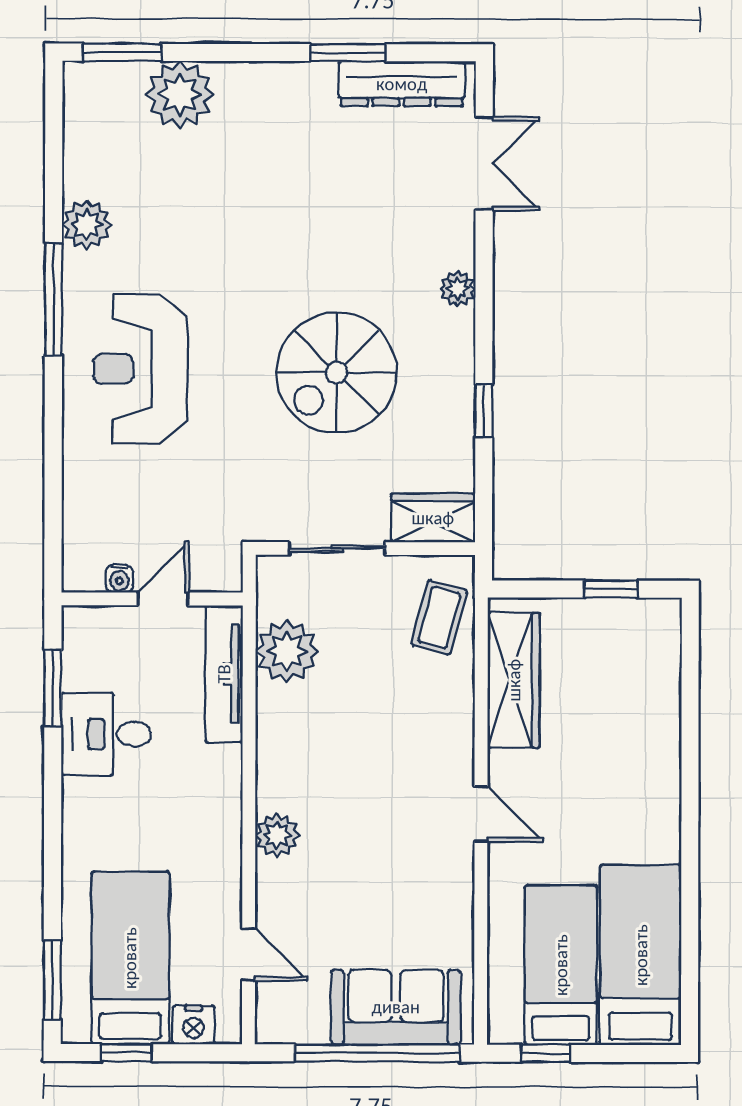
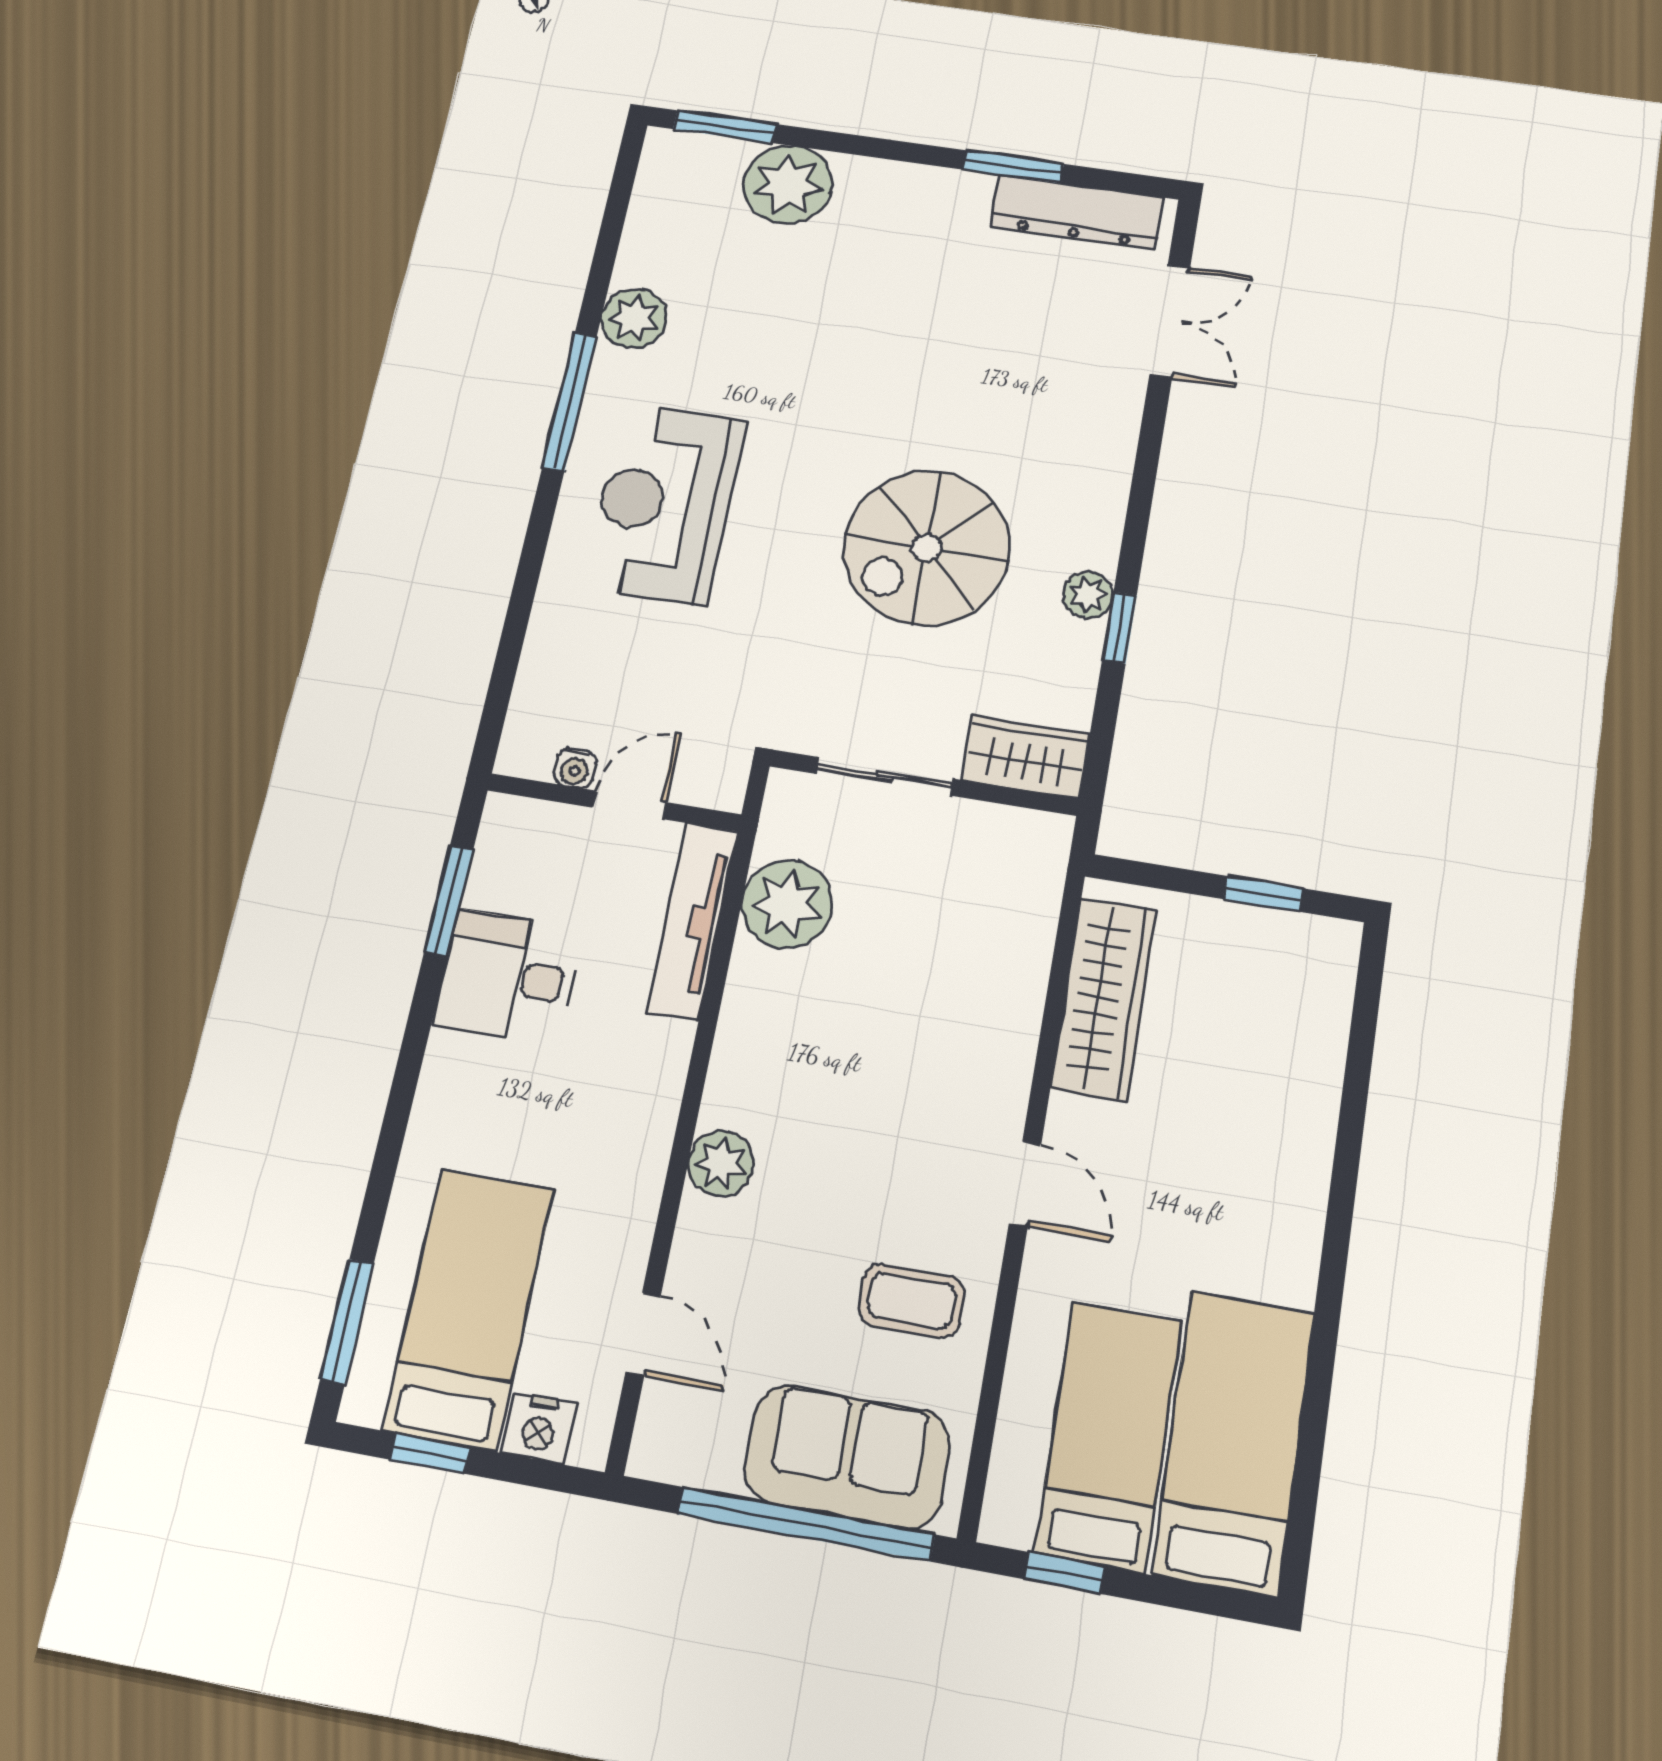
plant: (458, 289) -> (1088, 595), moved
coffee table: (439, 617) -> (911, 1301), moved, turned 75

